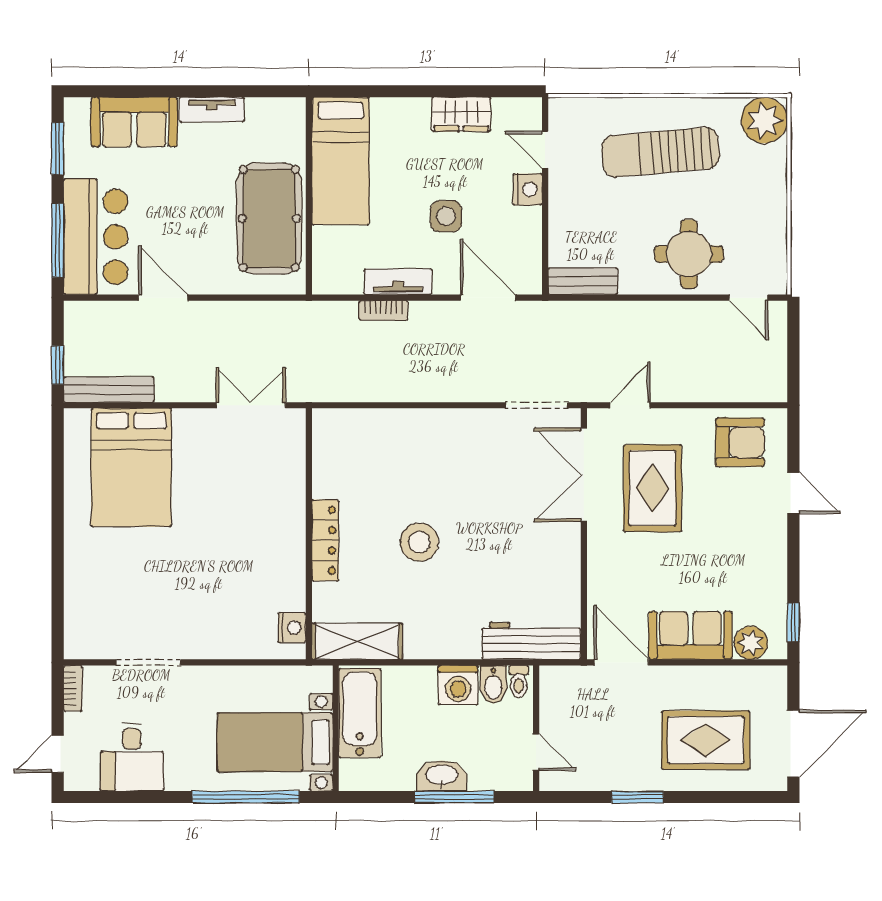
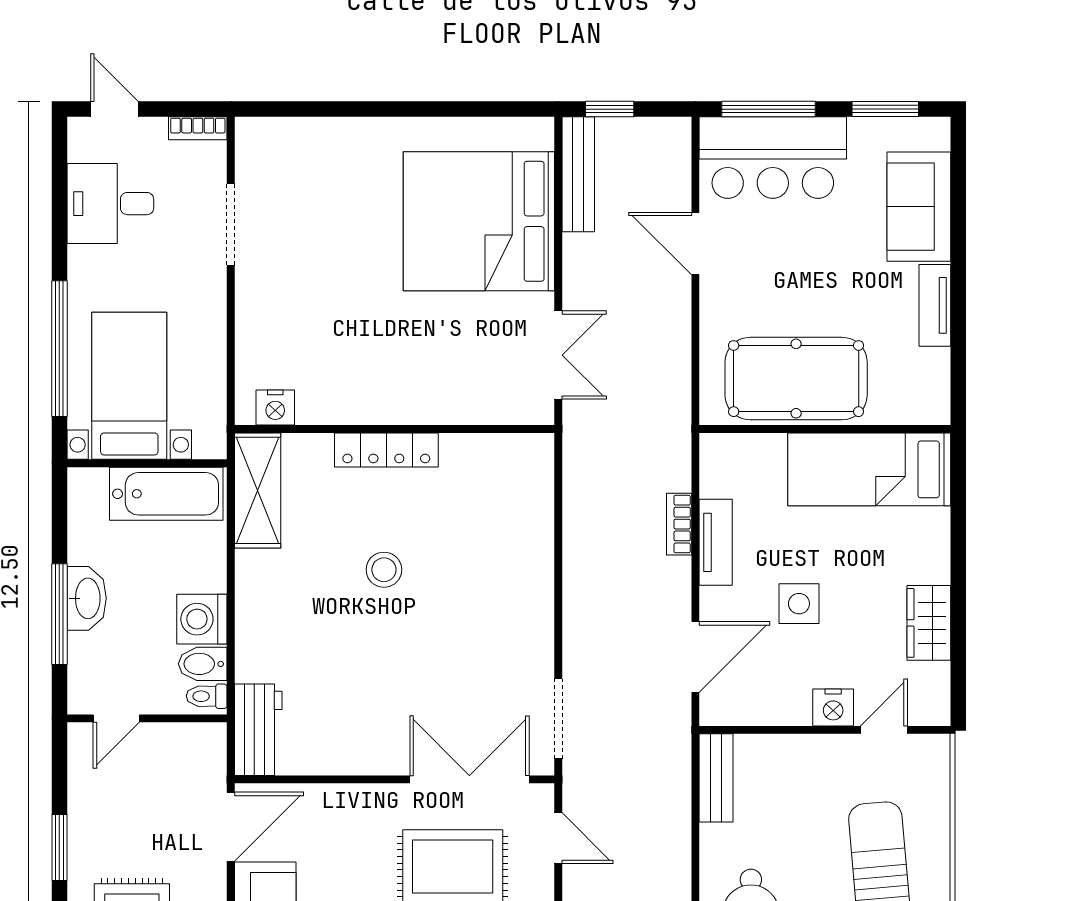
door: (163, 298) -> (695, 244), swing flipped
bed: (131, 468) -> (479, 221), width x1.36
stool: (419, 542) -> (384, 570), width x0.73, depth x0.73
workbench: (531, 641) -> (258, 730), width x0.73

